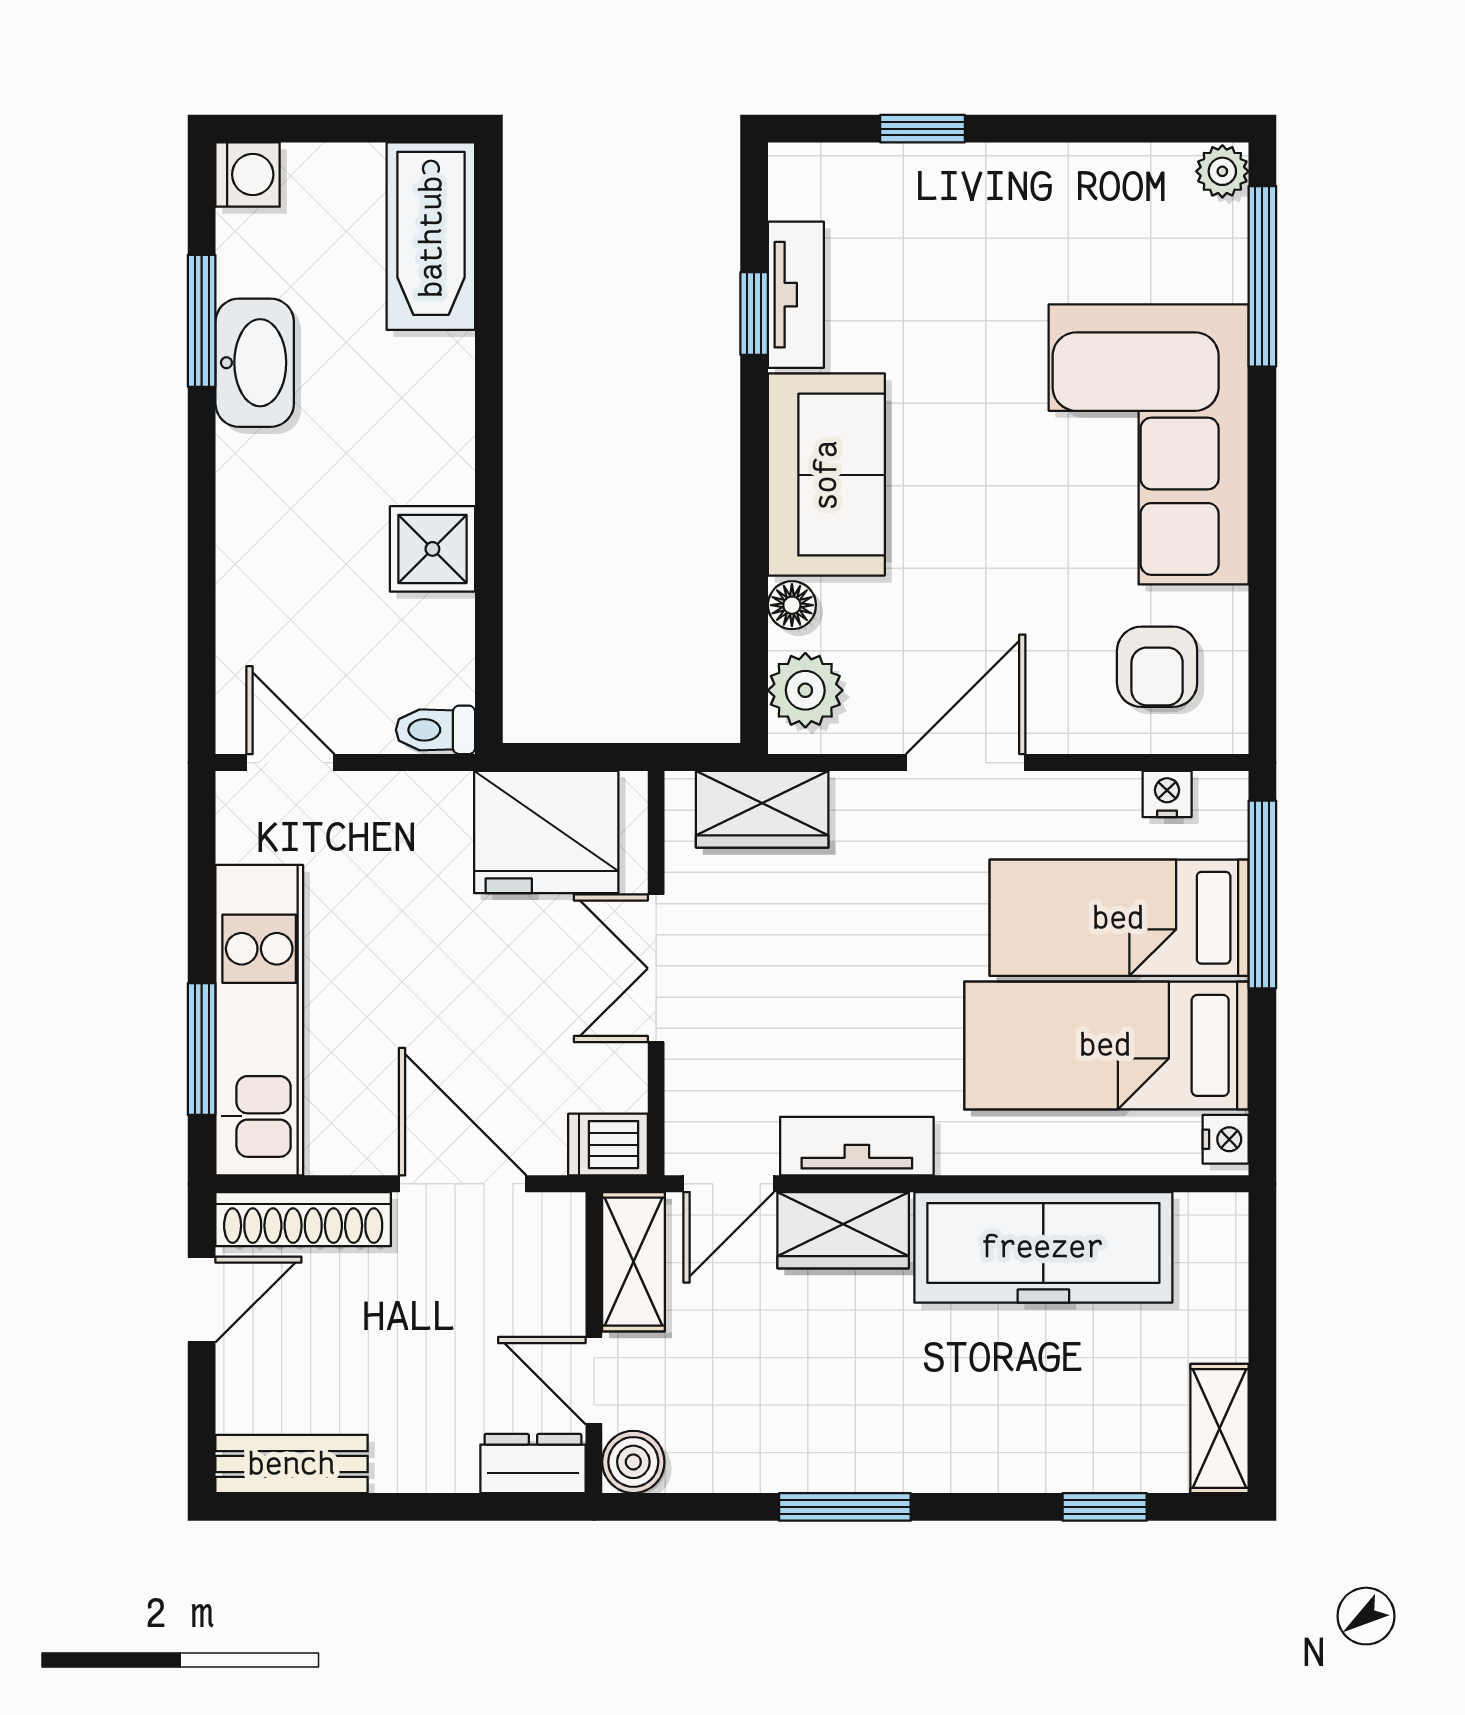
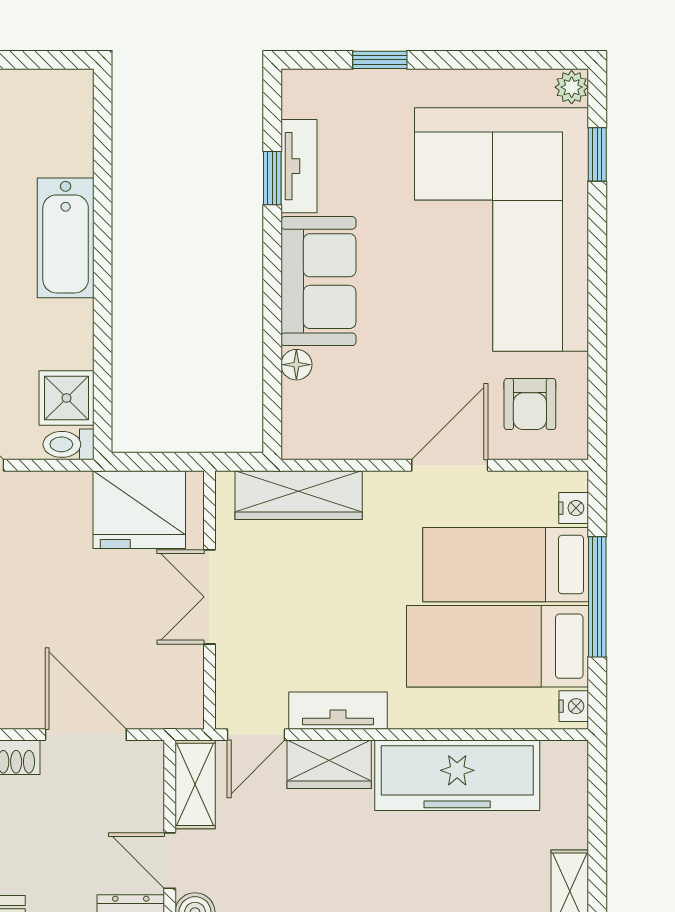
bathtub: (431, 236) -> (66, 238), moved
window: (1262, 276) -> (597, 154), width x0.46
corner sofa: (1149, 444) -> (502, 229), width x1.36, depth x1.36
shower: (432, 549) -> (67, 398), moved
plant: (805, 690) -> (305, 419), removed
door: (966, 763) -> (450, 465), moved
nightstand: (1167, 794) -> (574, 508), moved, turned 90
wardrobe: (762, 809) -> (299, 495), width x1.50
window: (1262, 894) -> (597, 597), moved
dishwasher: (608, 1145) -> (179, 710), removed

